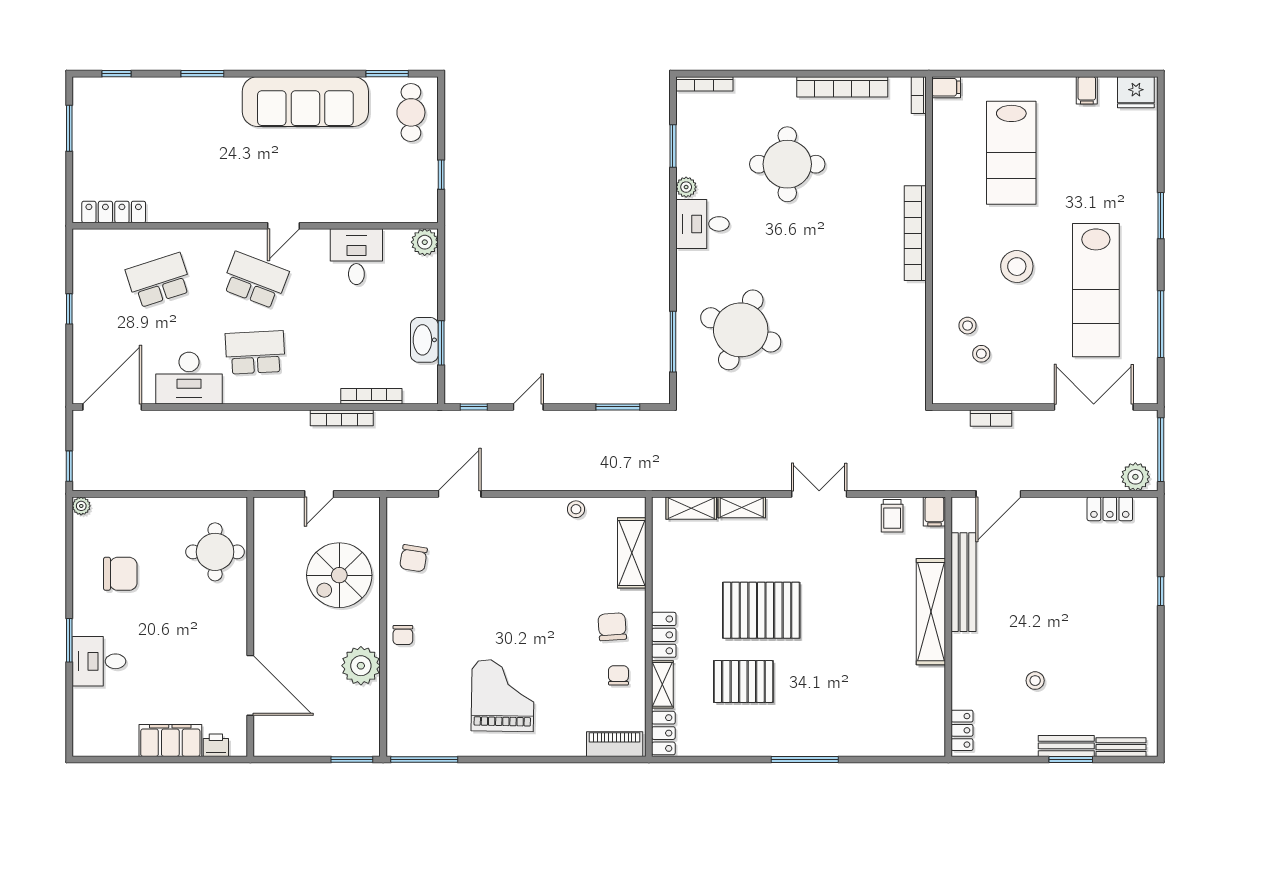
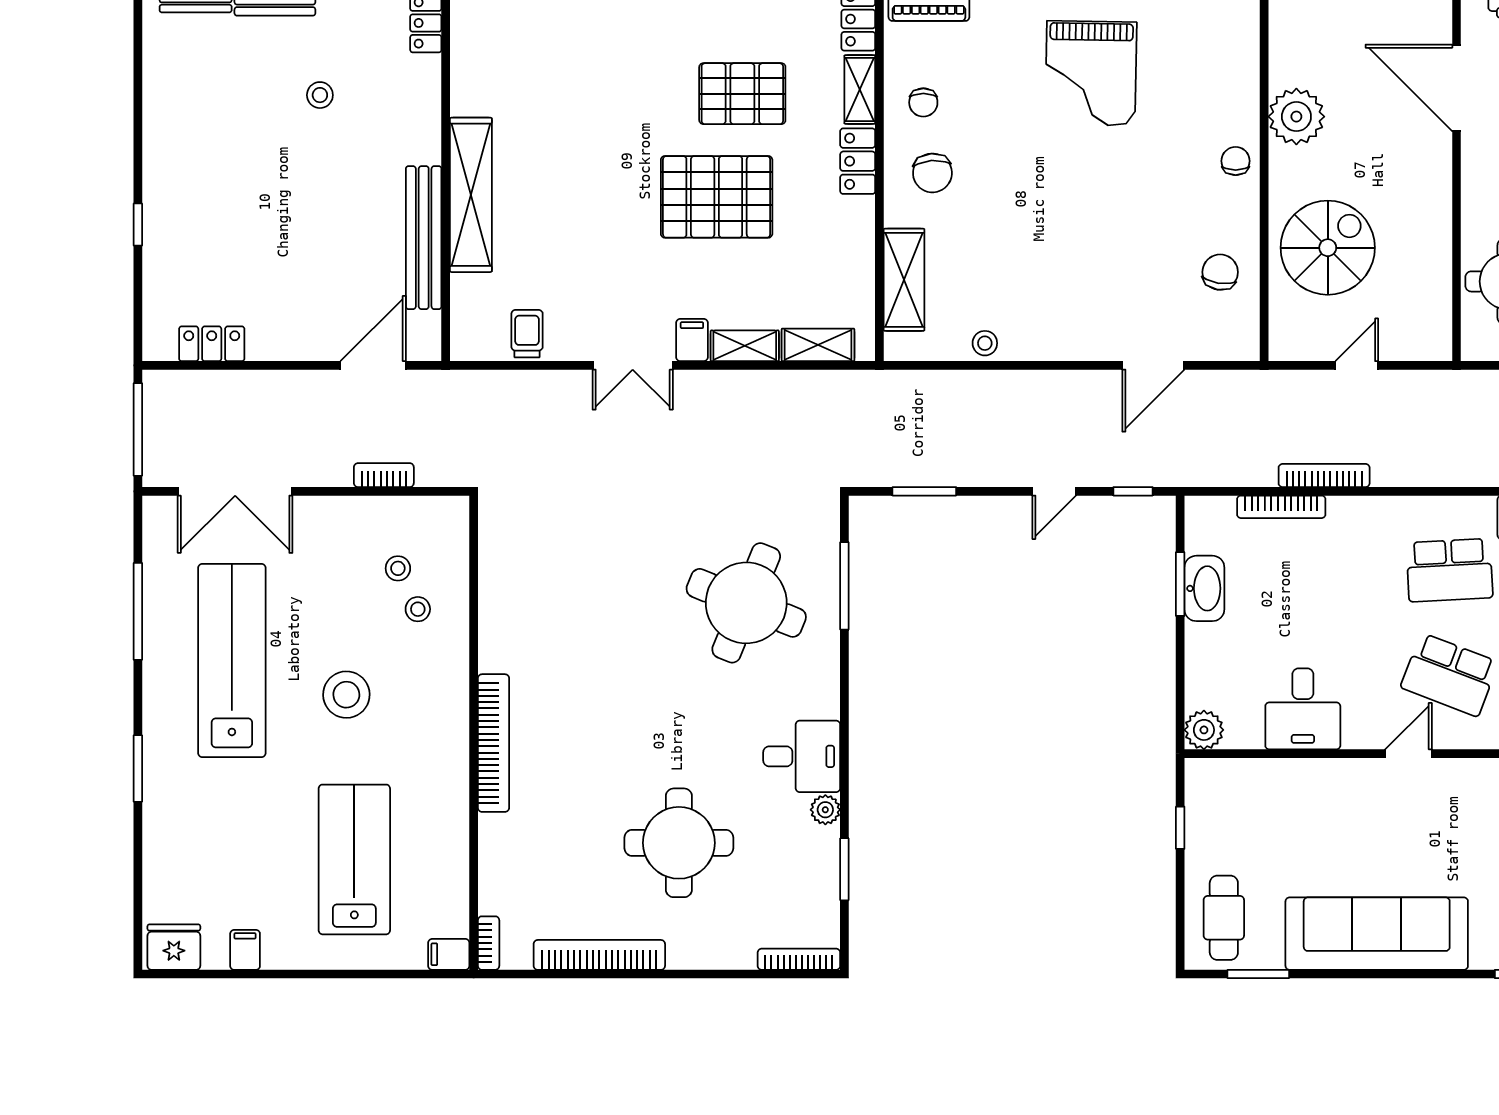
plant: (1135, 477) -> (175, 390), removed
filing cabinet: (934, 511) -> (692, 340), moved

